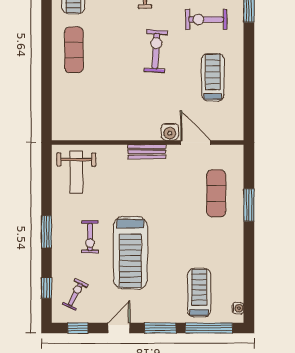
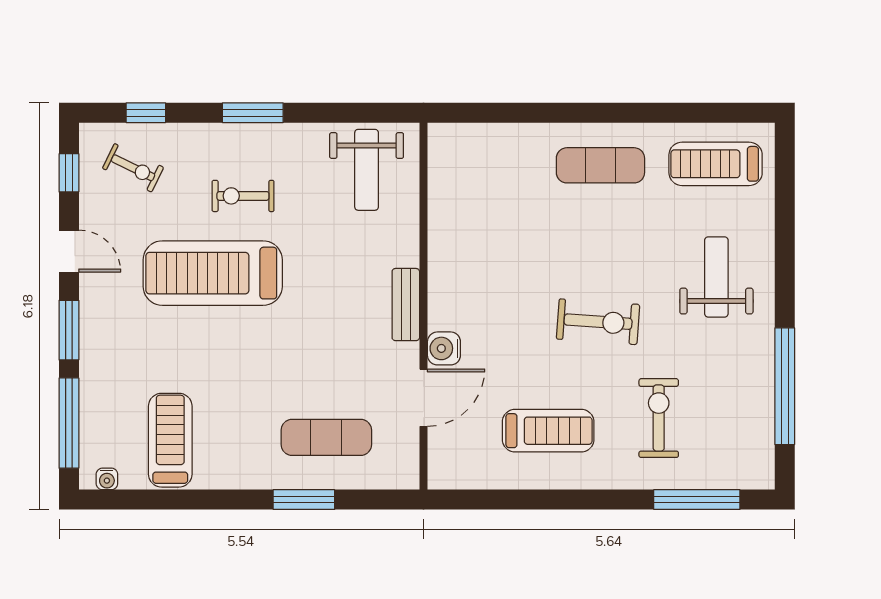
weight bench: (76, 172) -> (367, 170), turned -90
treadmill: (199, 293) -> (170, 440), moved, turned -90

